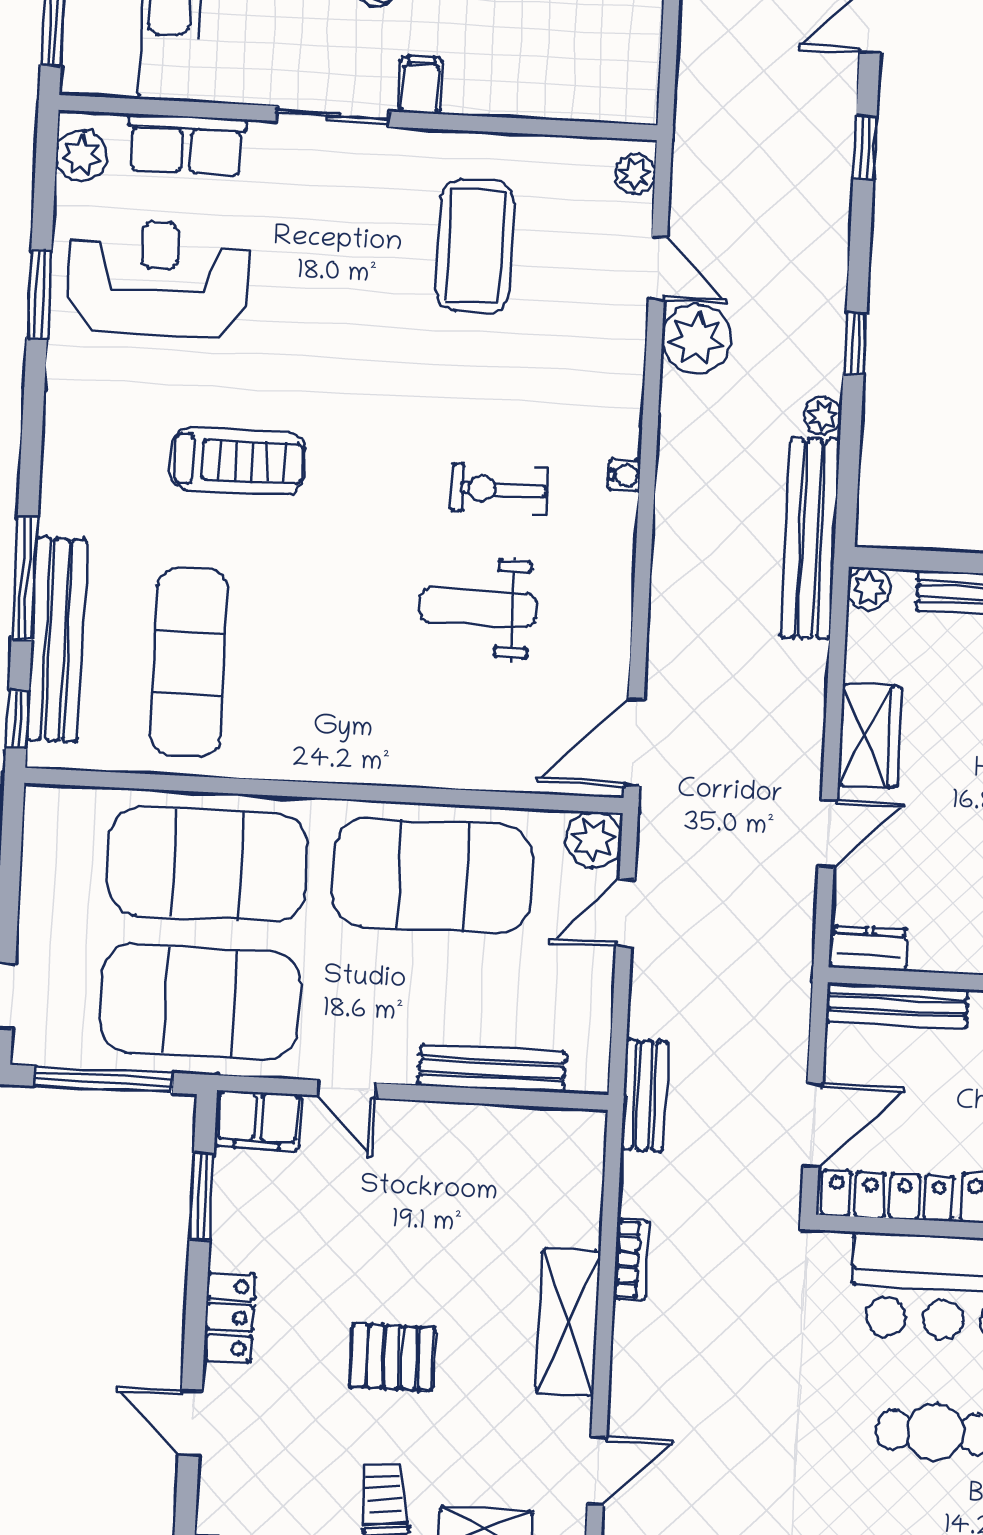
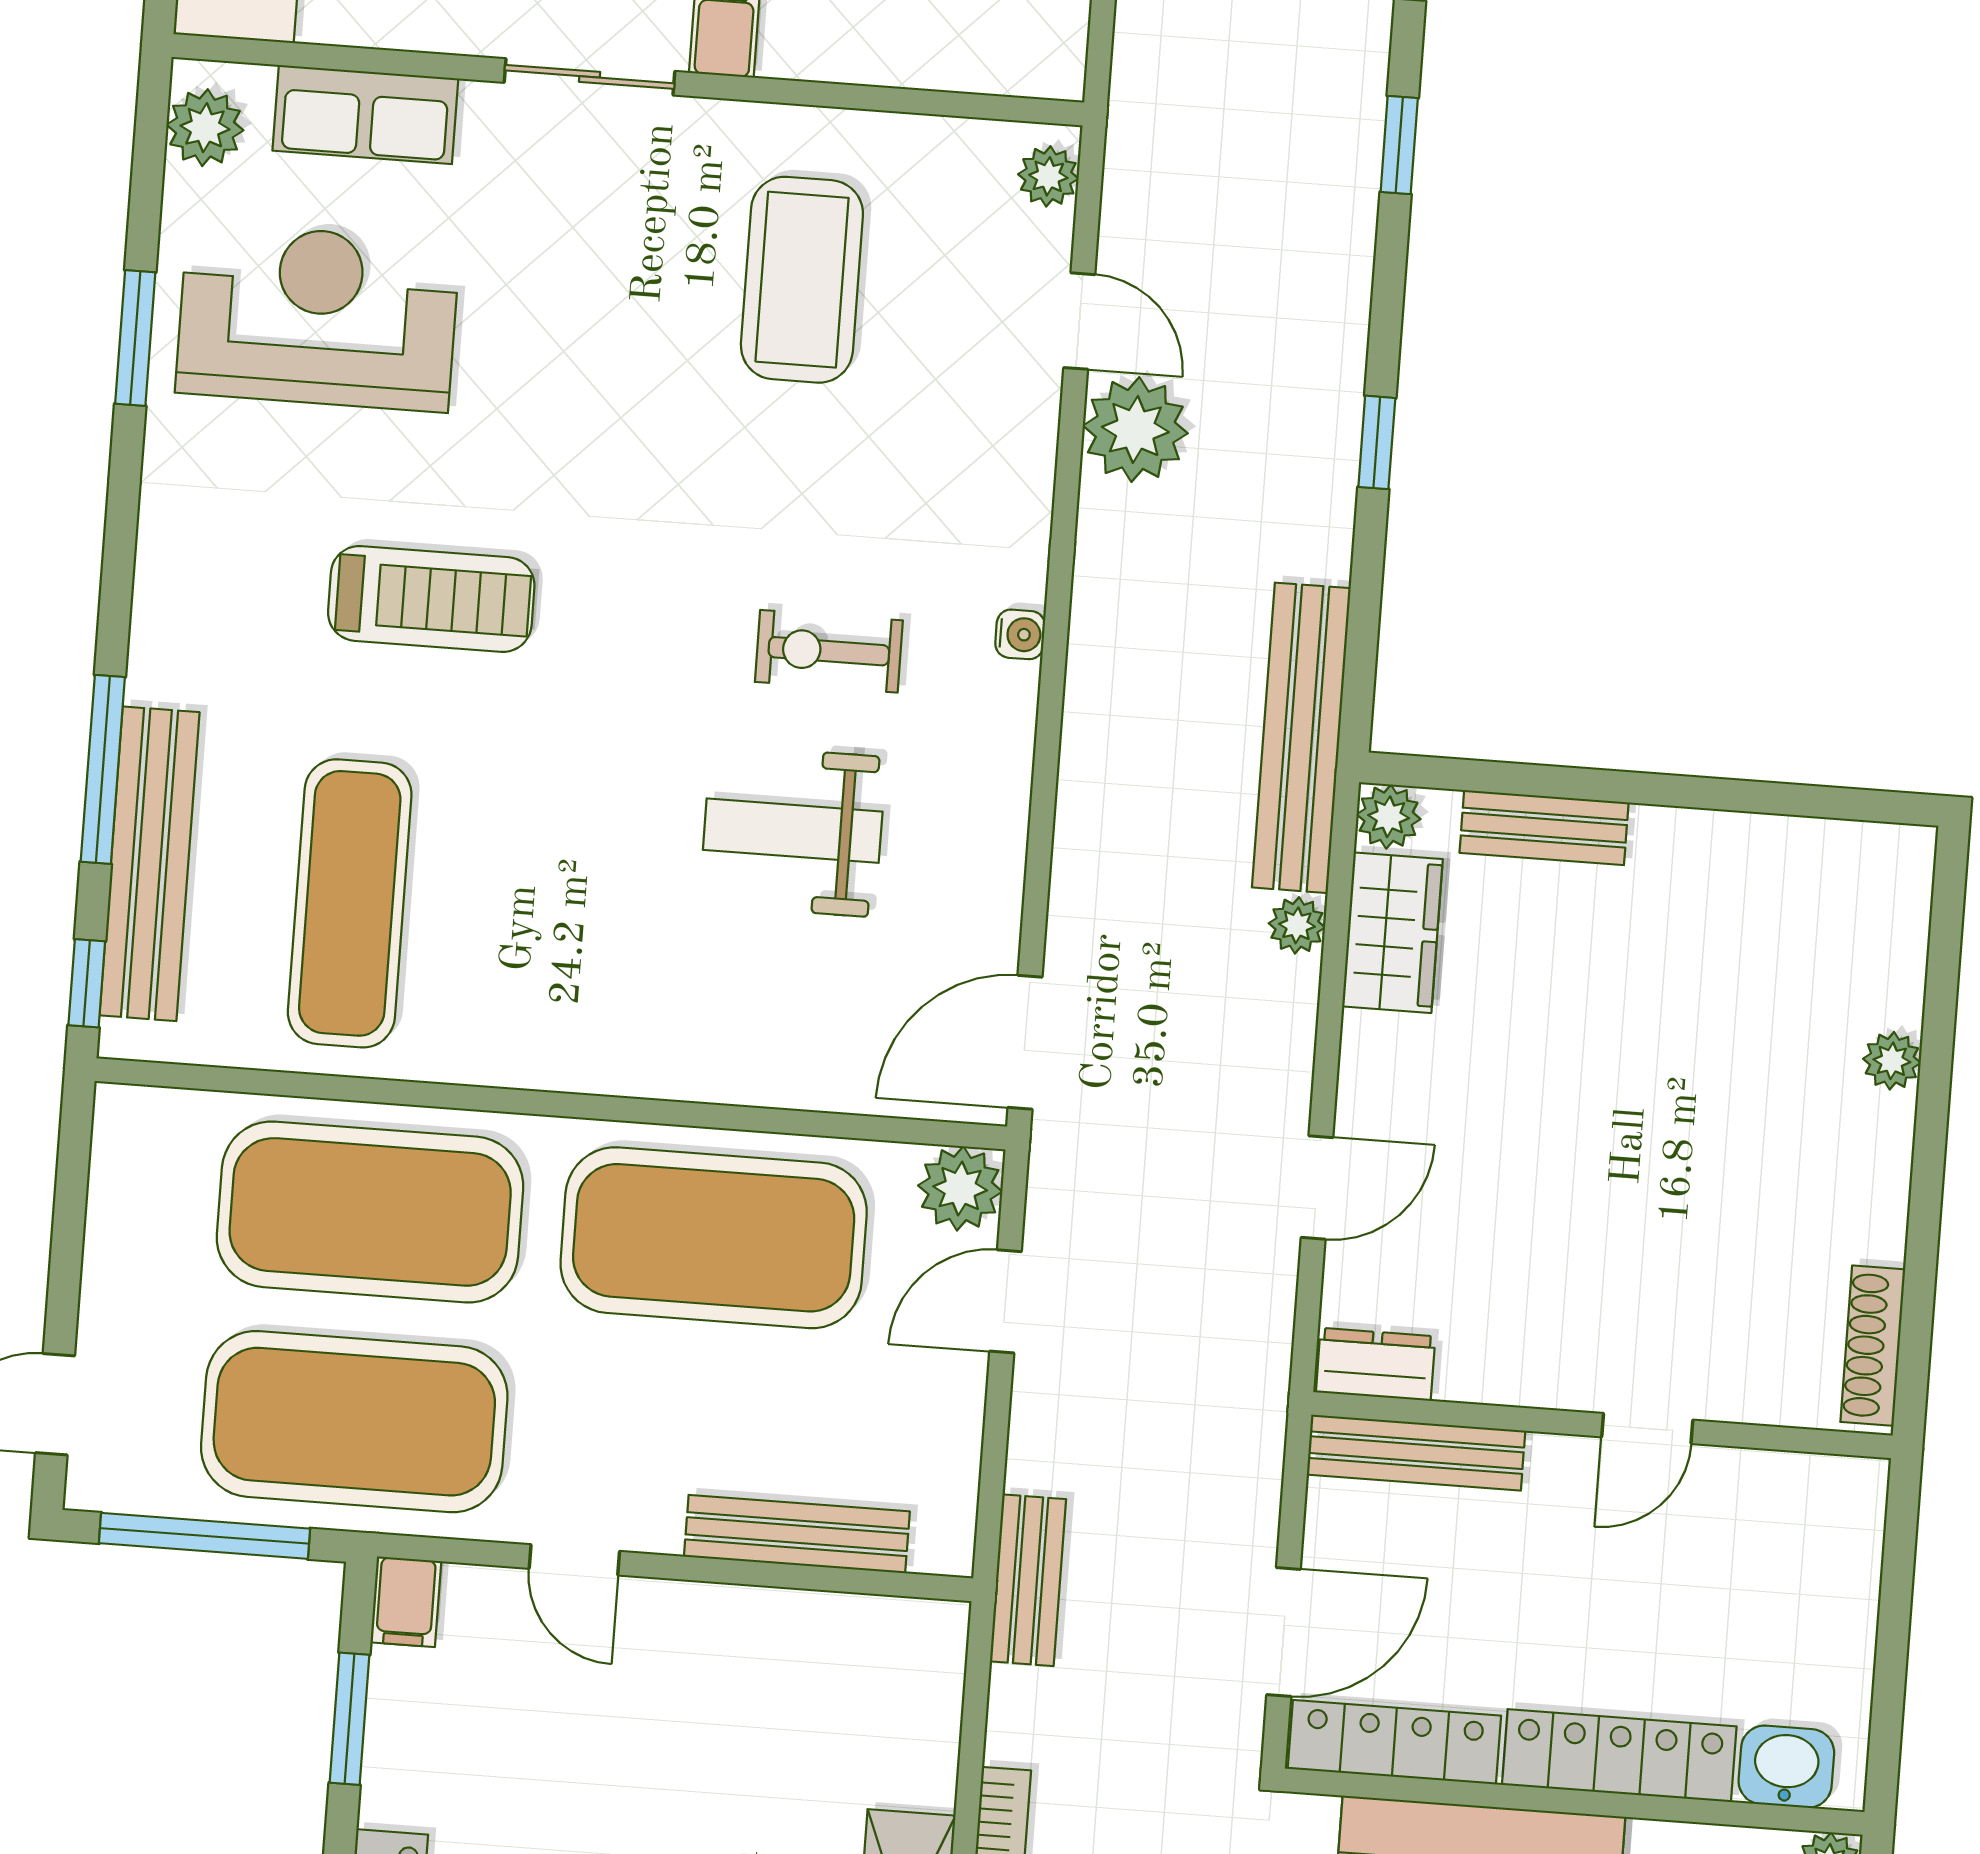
plant: (823, 416) -> (1297, 925), moved
wardrobe: (869, 736) -> (1392, 933), moved
filing cabinet: (258, 1120) -> (406, 1602), width x0.50

